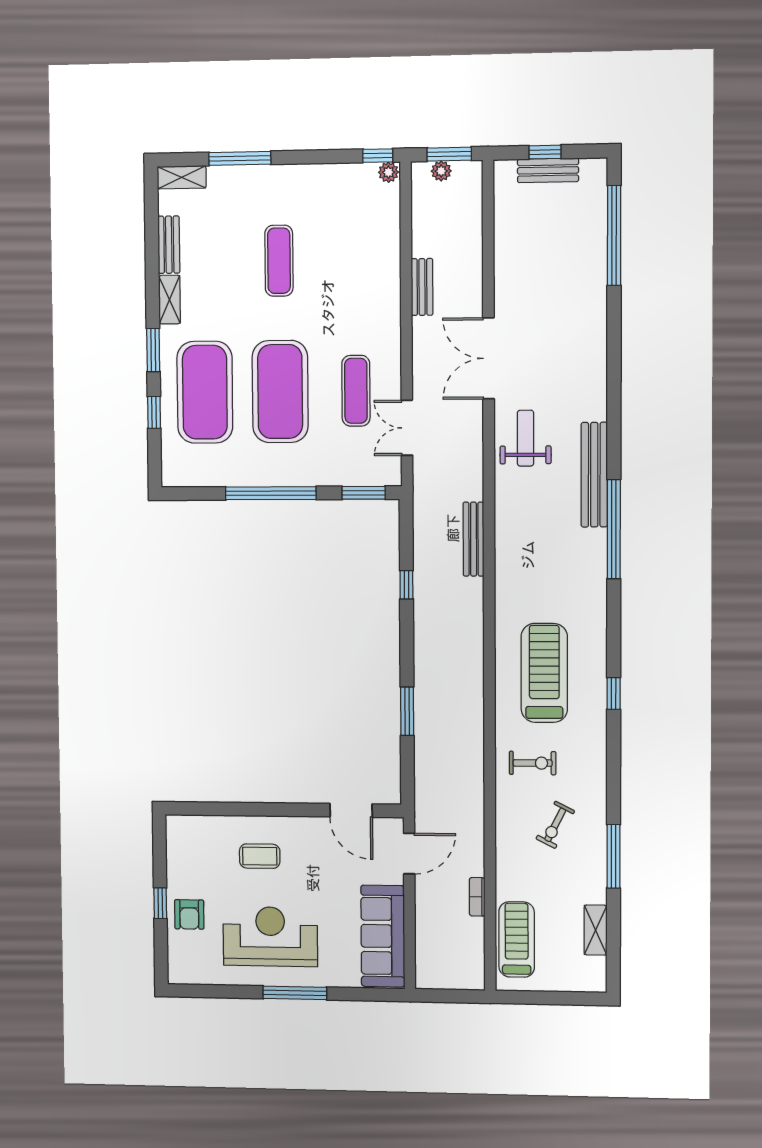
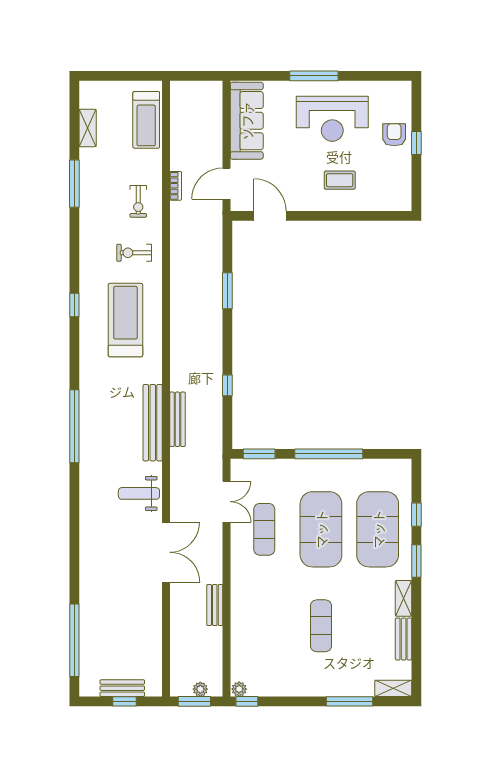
weight bench: (526, 438) -> (139, 493), turned 90
bench: (594, 475) -> (153, 423), moved
treadmill: (544, 673) -> (125, 320), turned 180
exercise bike: (555, 825) -> (138, 201), moved, turned 153
bookcase: (477, 897) -> (176, 186), moved

